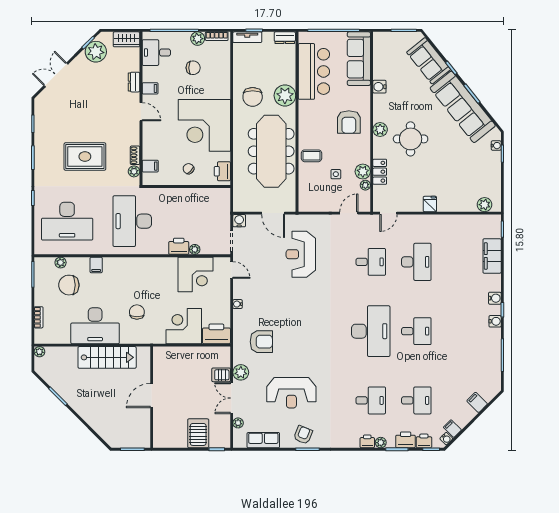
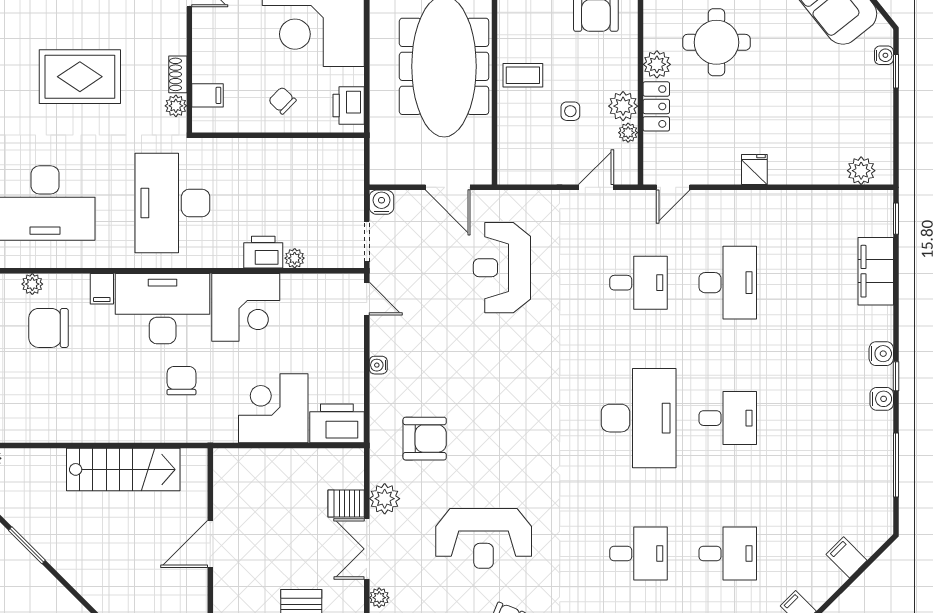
plant: (380, 130) -> (657, 64), moved
corner desk: (196, 274) -> (246, 307), moved
desk: (95, 326) -> (163, 309), moved, turned 180

